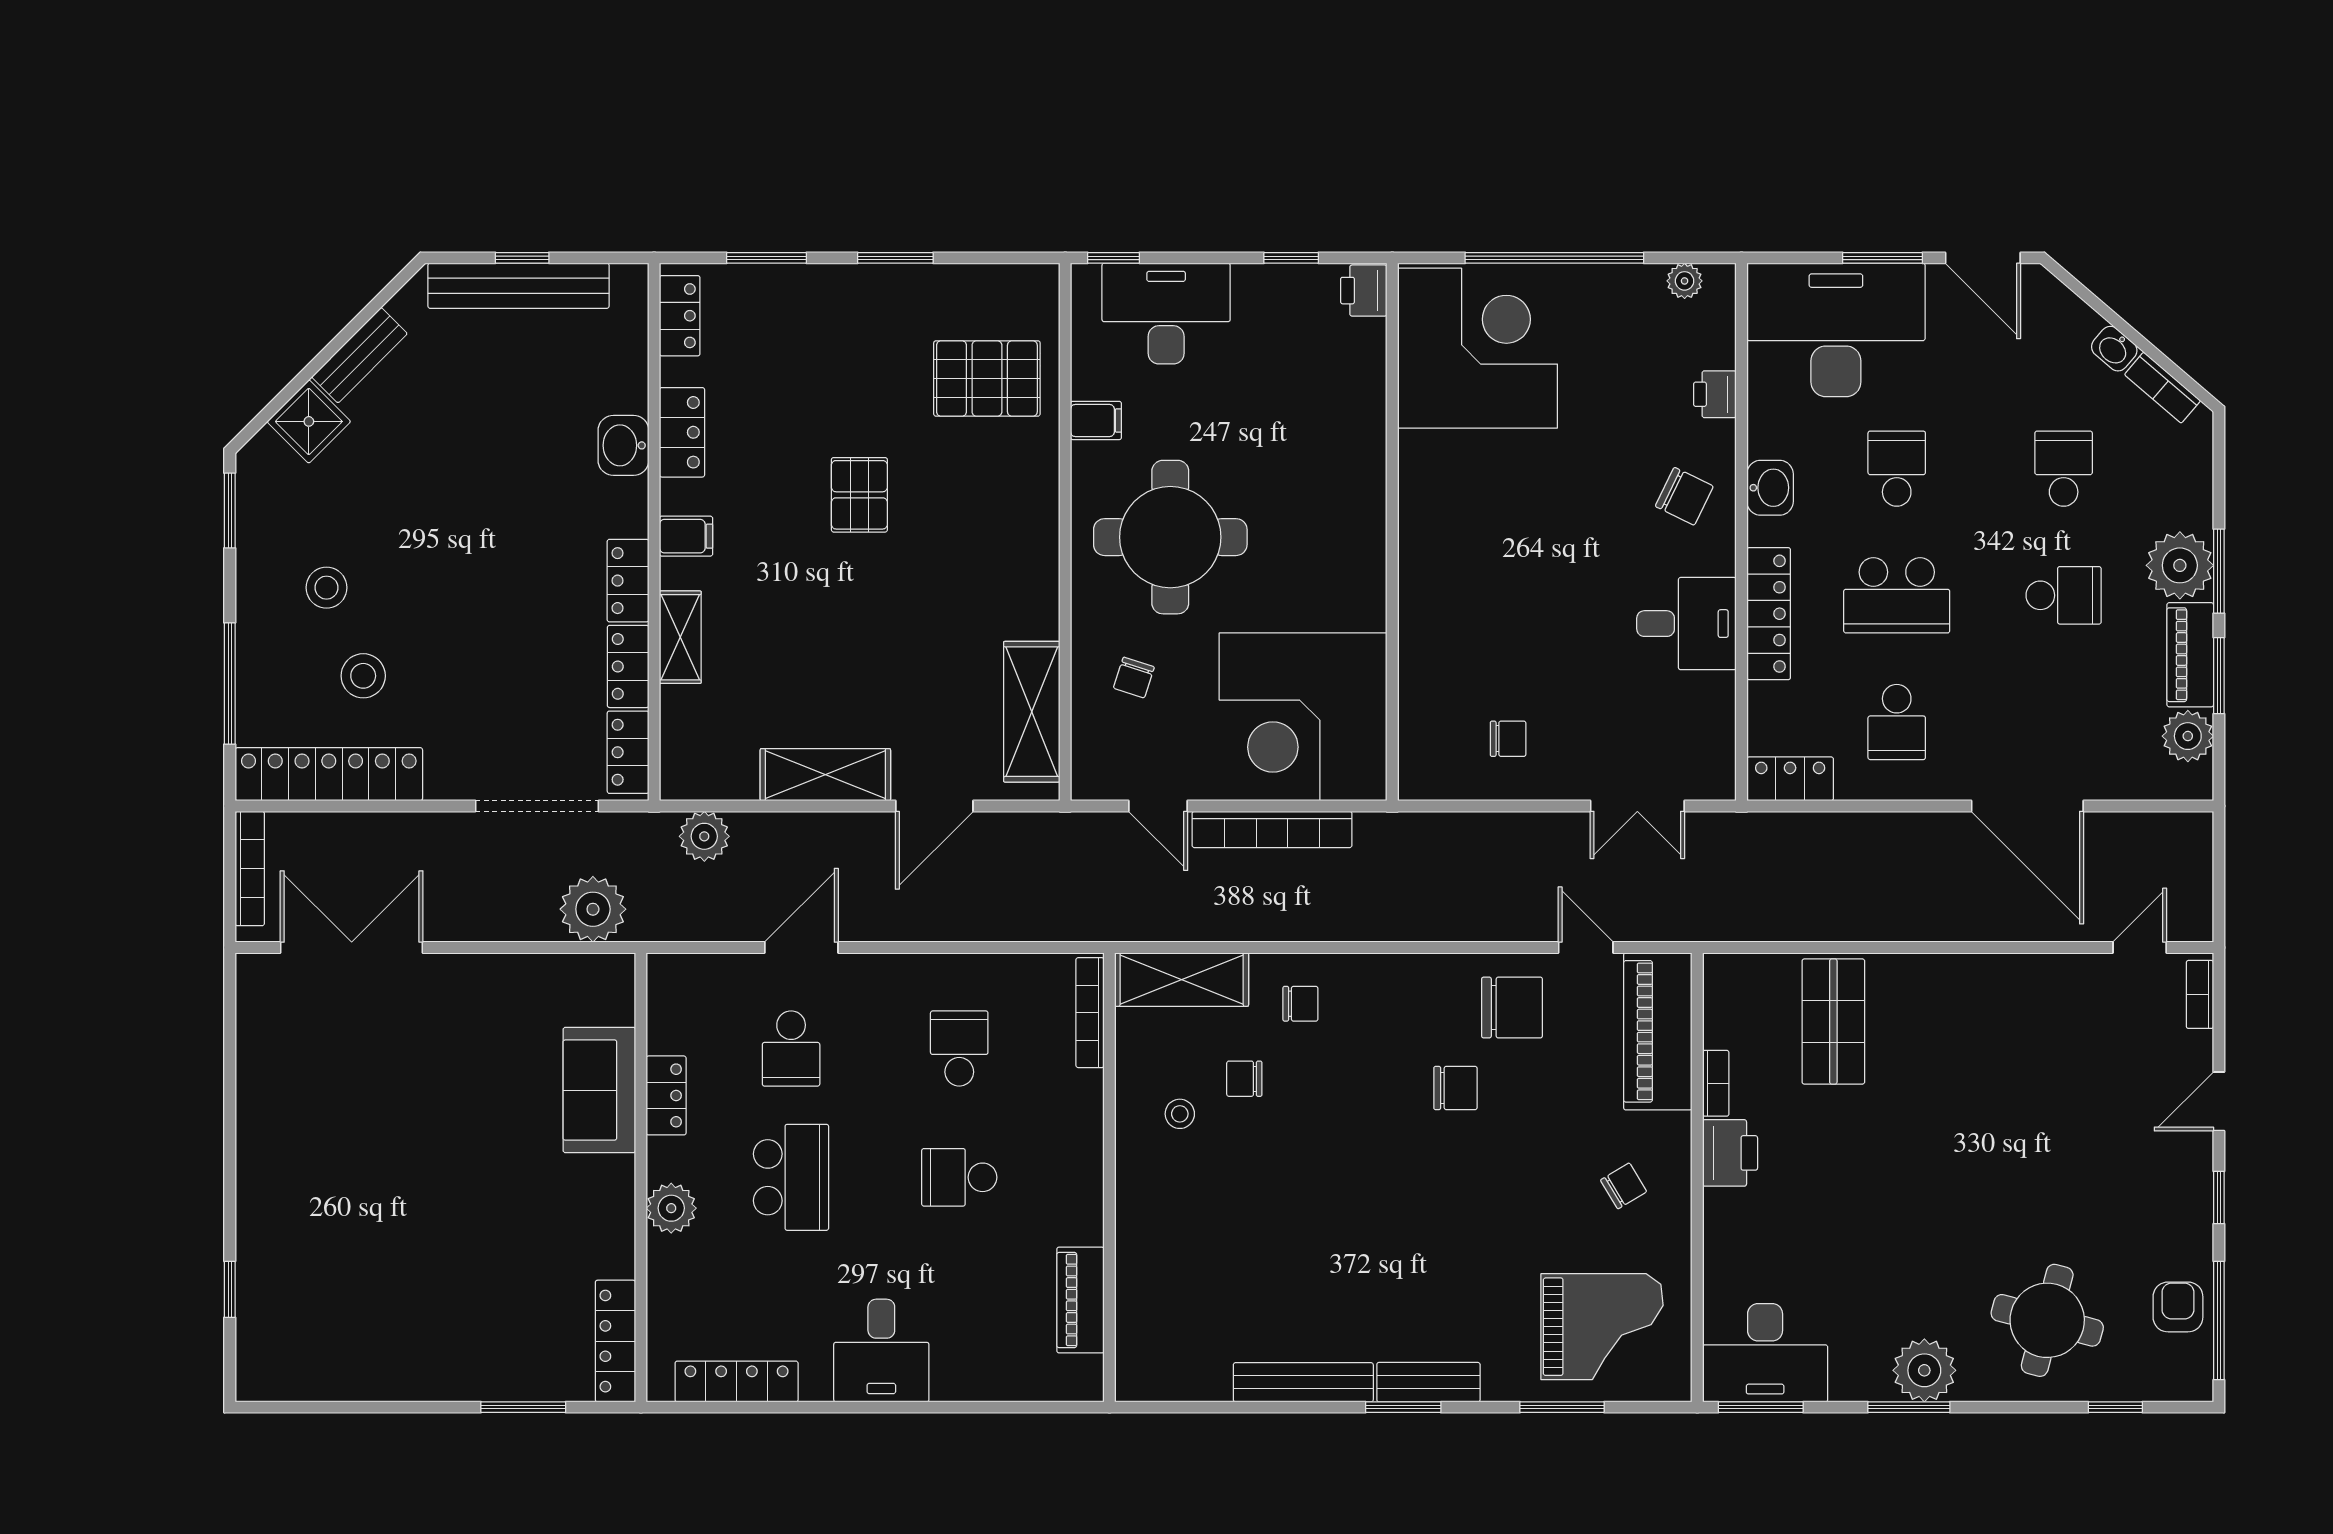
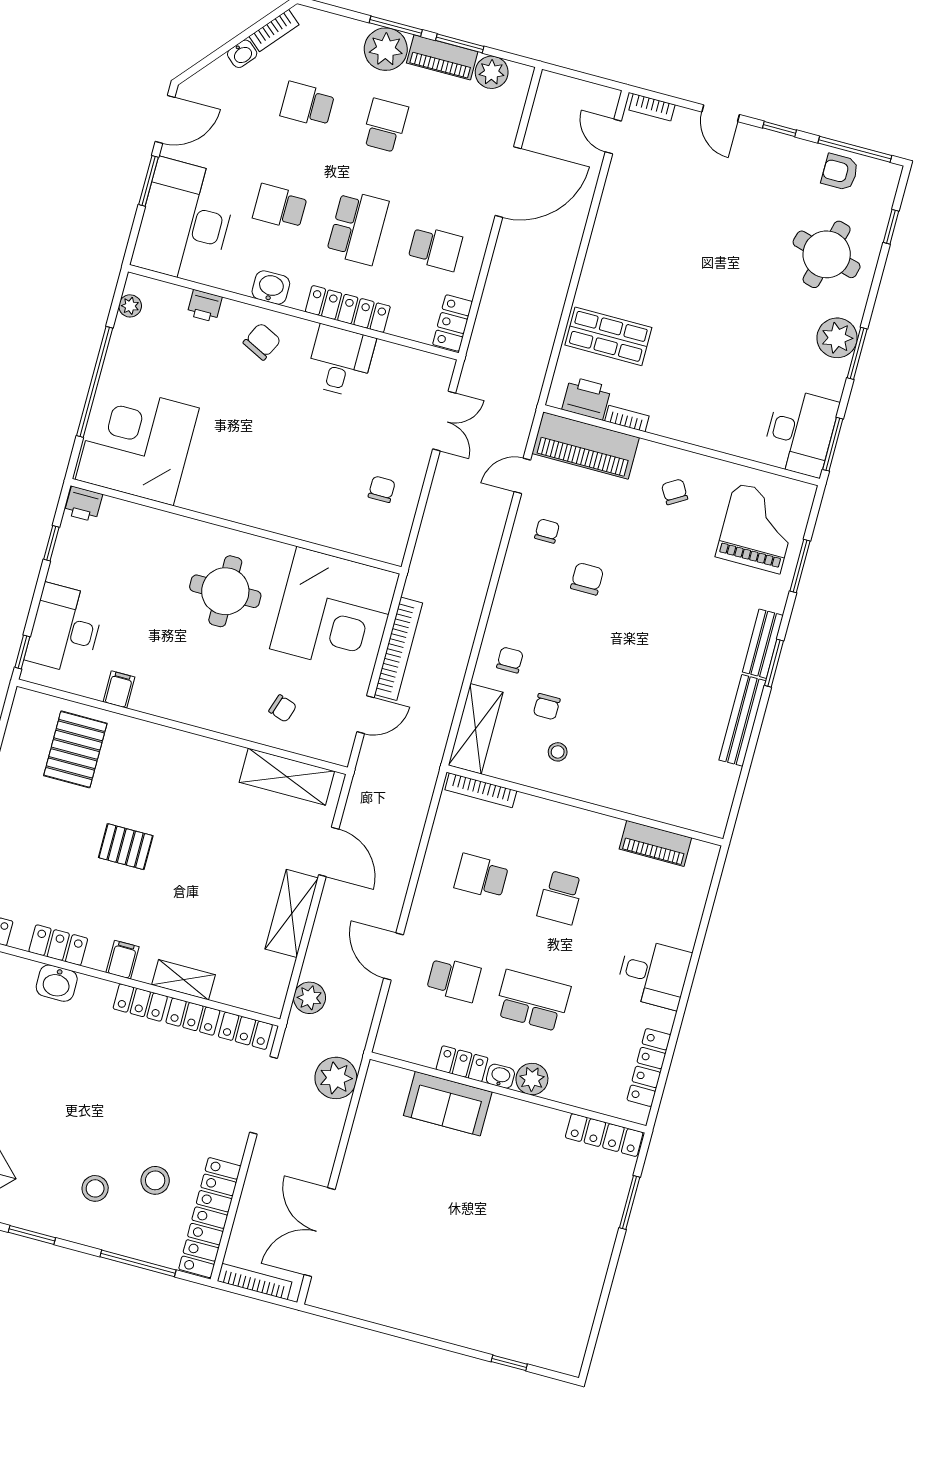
round table: (1170, 537) -> (225, 591), moved, width x0.73, depth x0.73
chair: (1512, 1008) -> (547, 531), width x0.54, depth x0.54
printer: (1730, 1153) -> (587, 398), moved
washbasin: (663, 1159) -> (500, 1076), added

